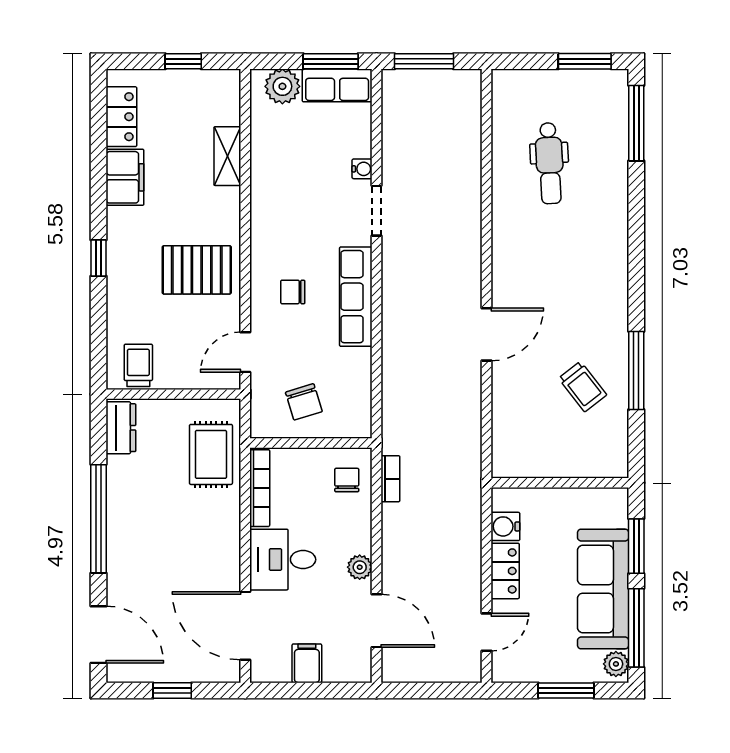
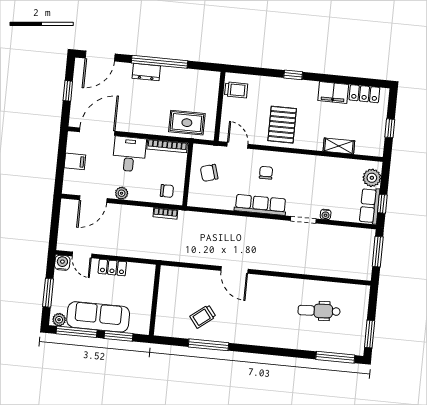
window: (331, 61) -> (382, 204), width x0.67
dresser: (121, 428) -> (146, 72), moved
water cooler: (505, 526) -> (62, 263), moved

